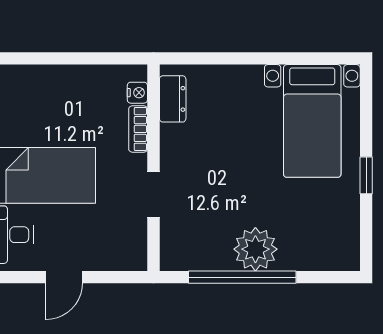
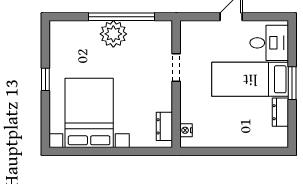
bed with nightstands: (312, 121) -> (89, 113), width x1.36
bookcase: (138, 129) -> (186, 108), removed

